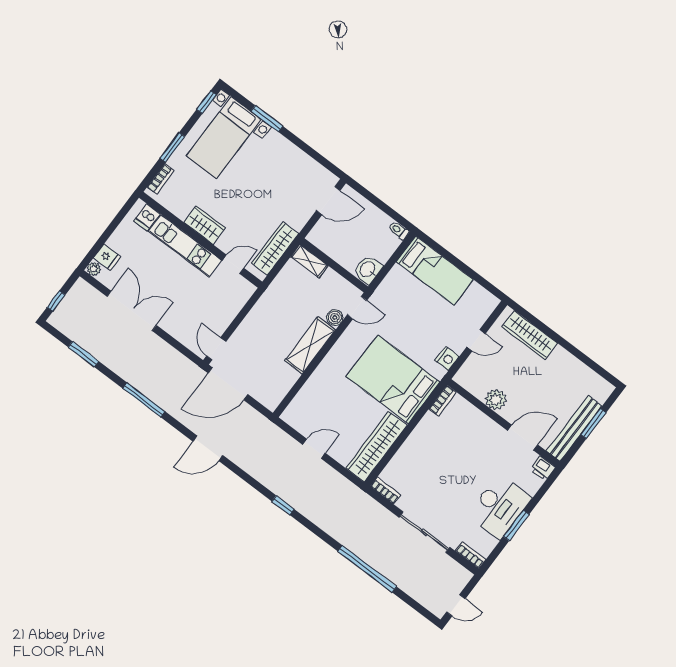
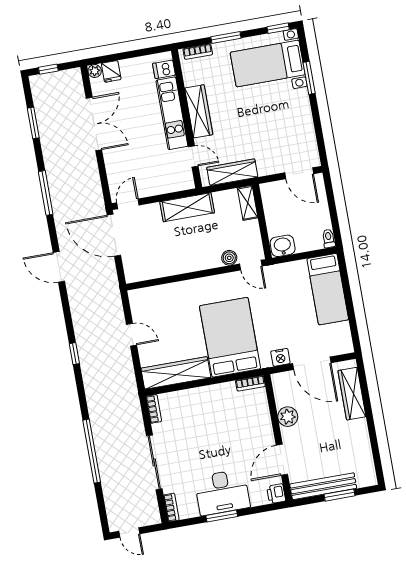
wardrobe: (205, 225) -> (199, 111), width x1.50
door: (476, 340) -> (312, 363), width x1.87
shelving: (310, 345) -> (187, 207), moved
door: (523, 438) -> (282, 460), swing flipped

